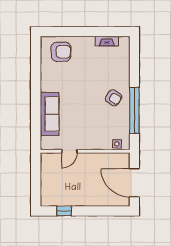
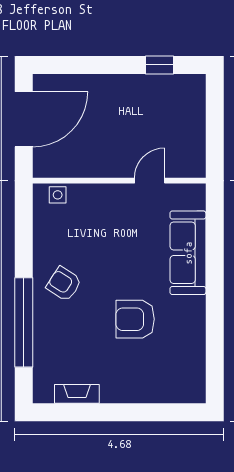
armchair: (61, 52) -> (135, 319), moved
window: (134, 110) -> (24, 322), moved
door: (134, 183) -> (24, 119), hinge flipped

